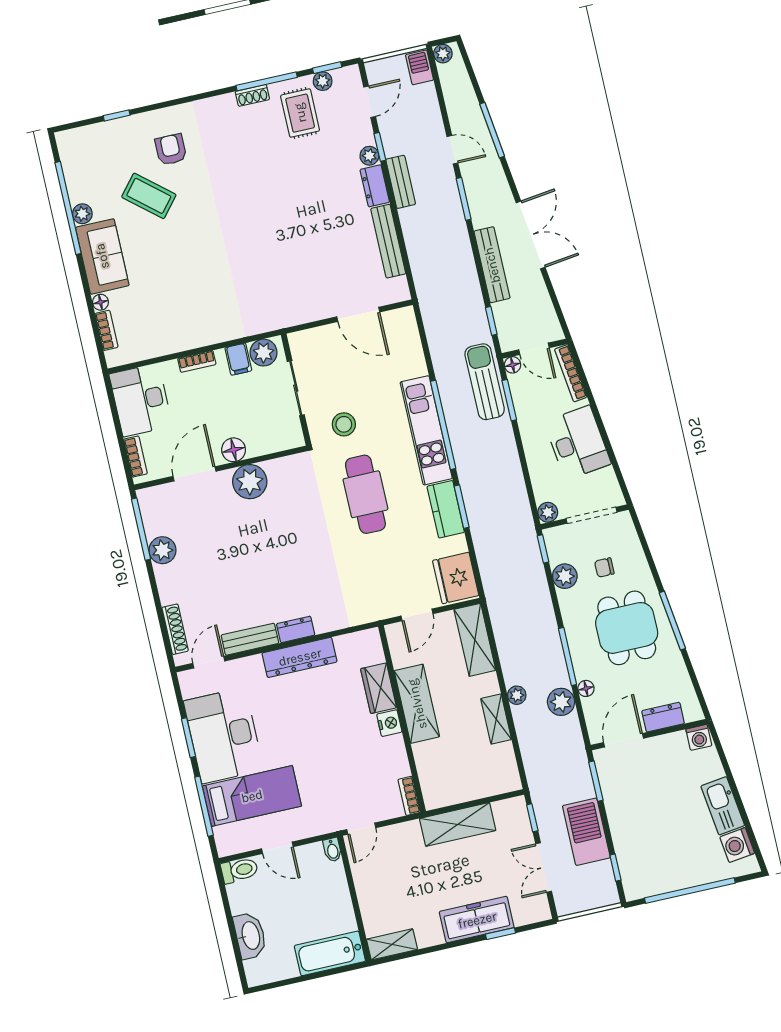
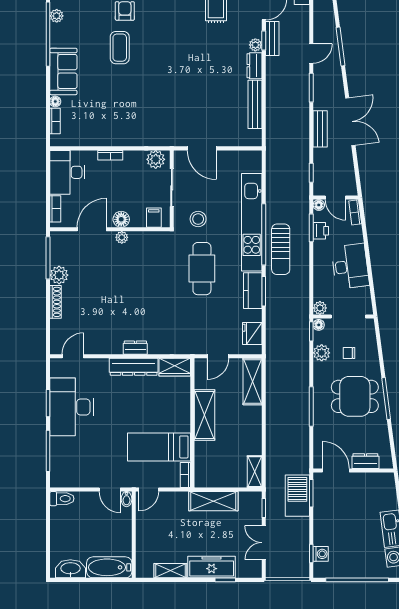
door: (452, 150) -> (311, 53), hinge flipped
bench: (401, 182) -> (272, 39), moved
coffee table: (149, 196) -> (120, 48), moved, turned 50
plant: (82, 214) -> (57, 16), moved
bench: (492, 265) -> (320, 129), width x0.73
door: (358, 314) -> (202, 148), moved
filing cabinet: (238, 359) -> (154, 218), moved, turned 180
bookcase: (571, 373) -> (355, 212), width x0.64
sun lounger: (485, 382) -> (281, 249), moved, turned 180
printer: (524, 401) -> (321, 231), added
kitchen unit: (426, 430) -> (252, 222), width x1.36
plant: (250, 482) -> (122, 237), width x0.53, depth x0.53
fridge: (456, 578) -> (252, 334), width x0.73, depth x0.75
dining table: (627, 628) -> (355, 396), turned 90
shoe rack: (175, 629) -> (55, 302), moved
bench: (250, 639) -> (104, 347), removed
wardrobe: (379, 688) -> (175, 367), moved, turned -90
floor lamp: (586, 688) -> (319, 325), moved
plant: (517, 695) -> (272, 424), removed
plant: (561, 702) -> (300, 436), removed
shelving: (496, 719) -> (255, 472), moved
nightstand: (389, 723) -> (183, 424), removed
washing machine: (699, 737) -> (321, 554), moved, turned -90
door: (624, 740) -> (336, 470), hinge flipped
bed: (252, 796) -> (159, 447), moved, turned 180
barbecue: (586, 832) -> (297, 496), moved
door: (277, 848) -> (110, 489), moved
washbasin: (250, 936) -> (70, 569), moved, turned -90
shelving: (392, 944) -> (170, 571), moved

